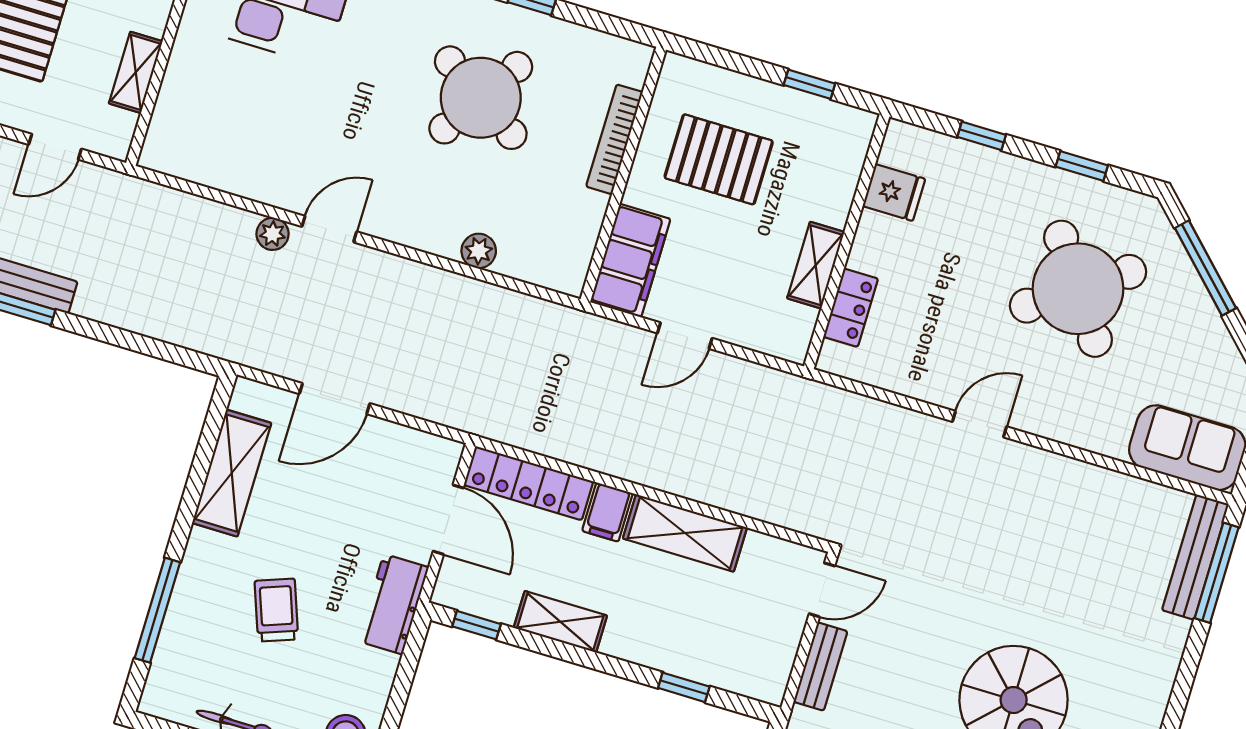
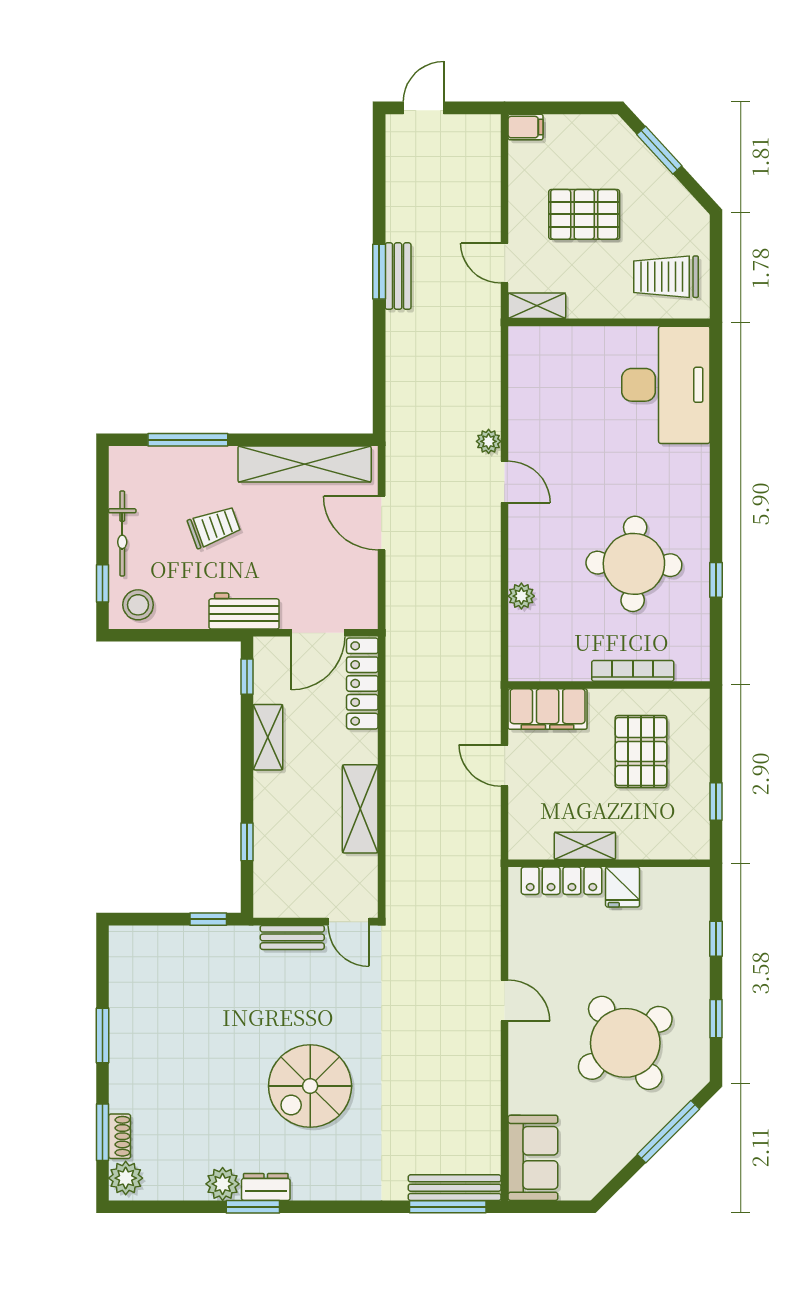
shelving: (136, 72) -> (537, 306), moved
round table: (481, 98) -> (634, 564), turned -31
fridge: (894, 192) -> (623, 887), moved
locker: (851, 308) -> (561, 881), width x1.53
shelving: (232, 473) -> (305, 464), width x1.47
filing cabinet: (607, 512) -> (358, 748), removed

